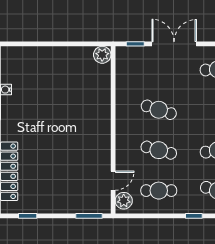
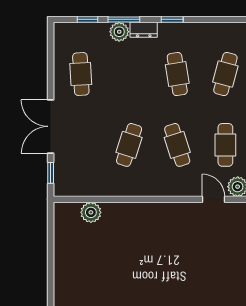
plant: (102, 55) -> (91, 212), moved
cafe table: (159, 150) -> (177, 145), turned -33

